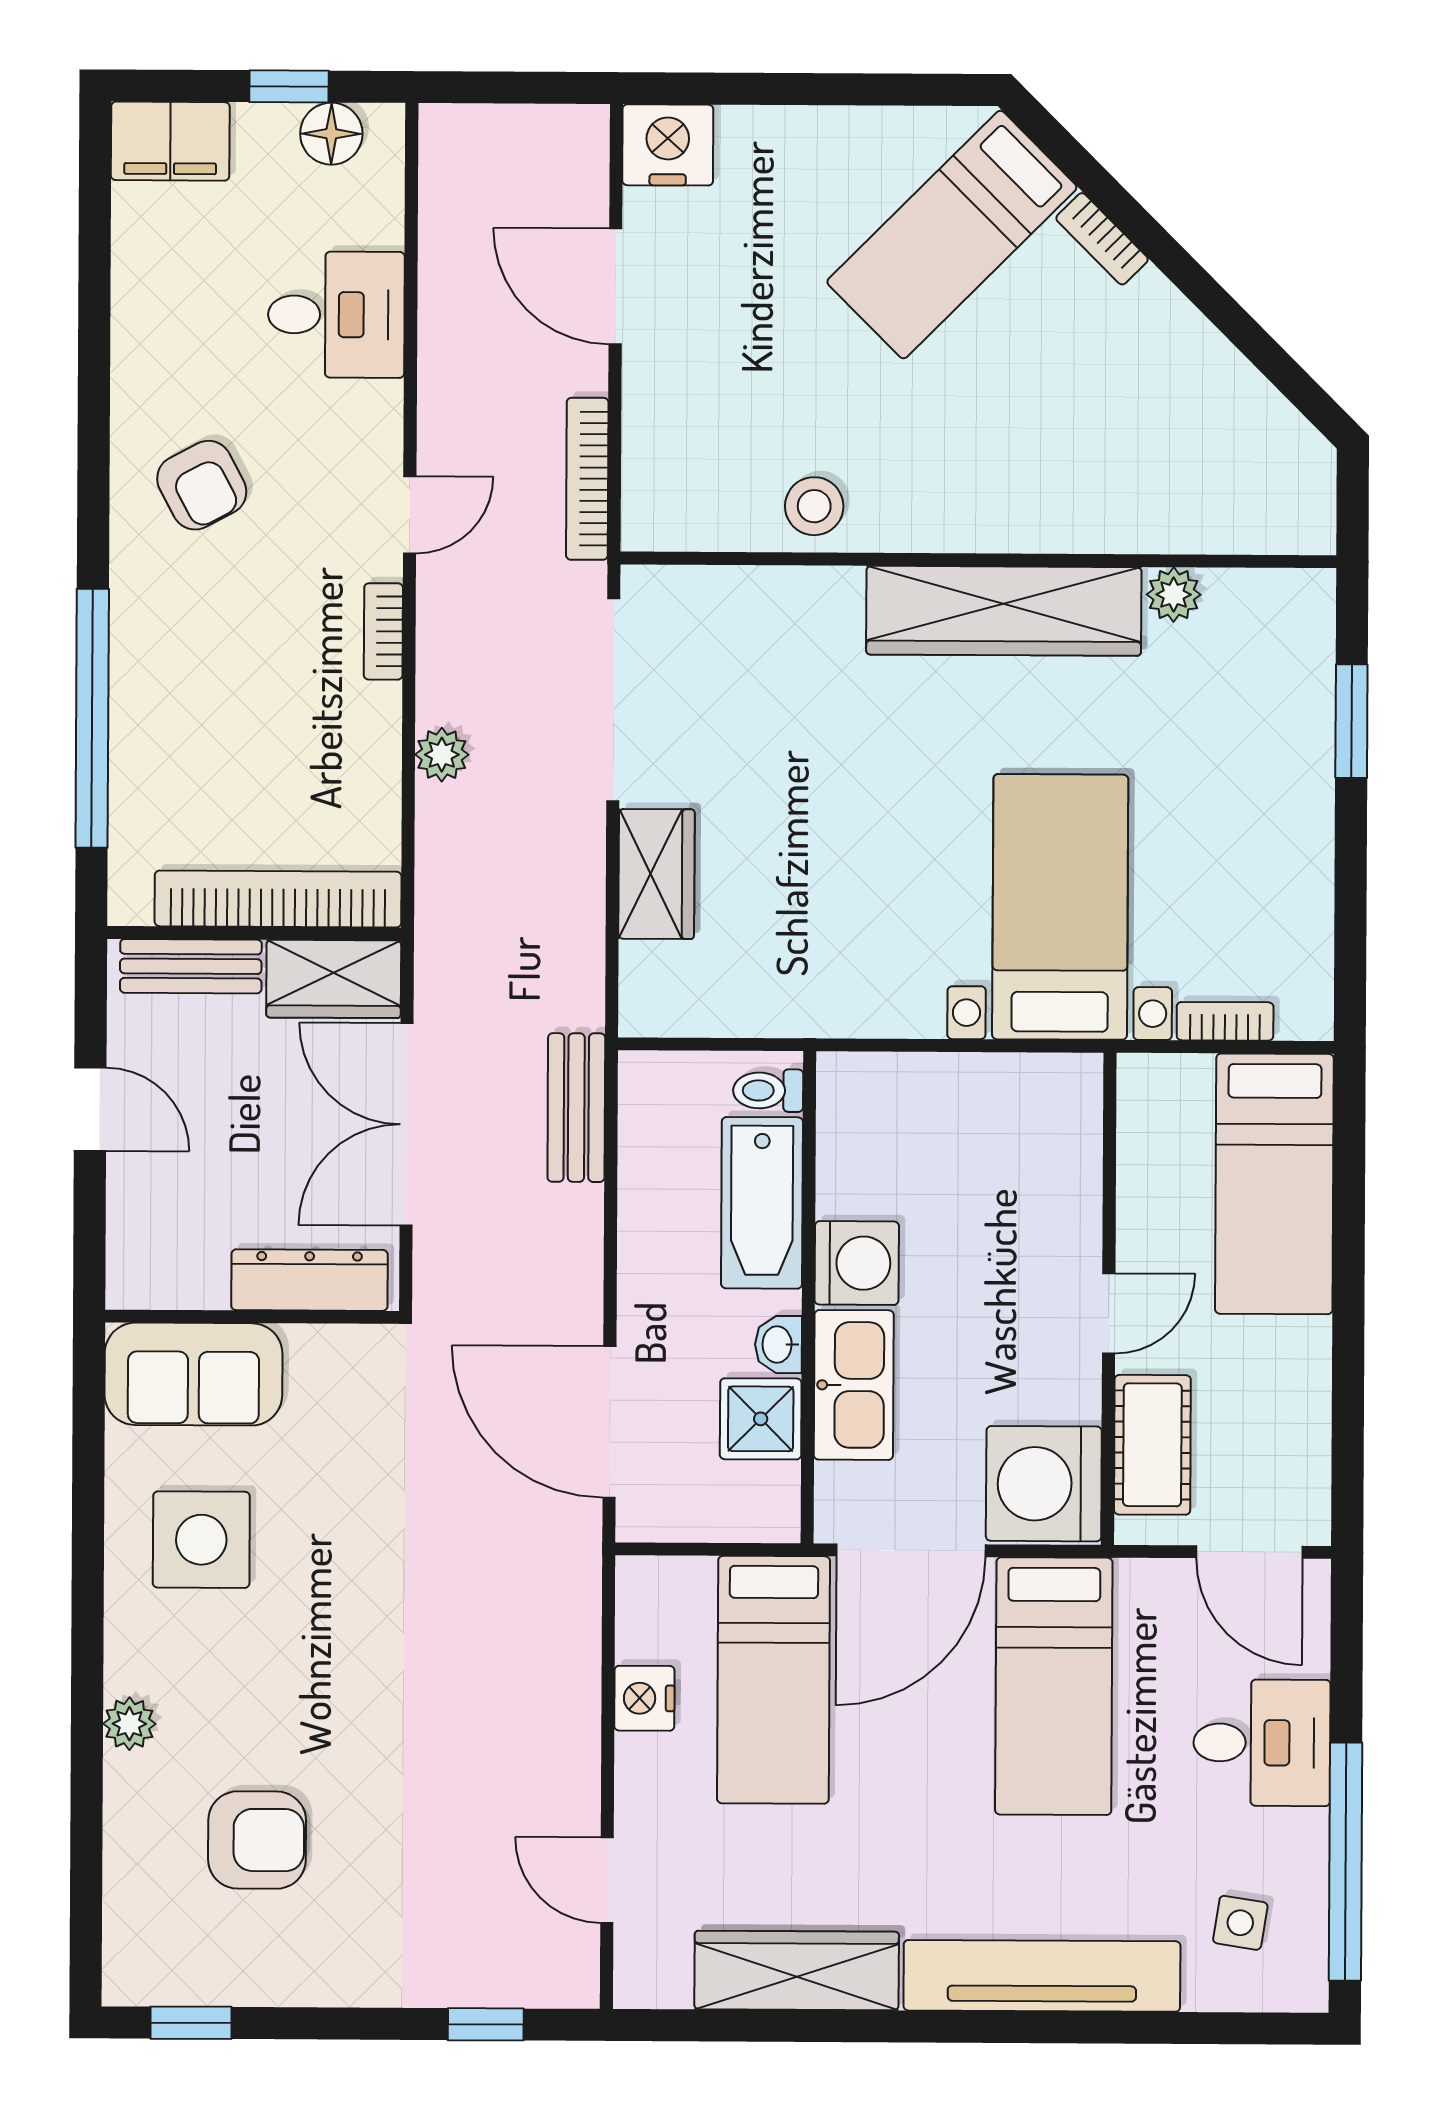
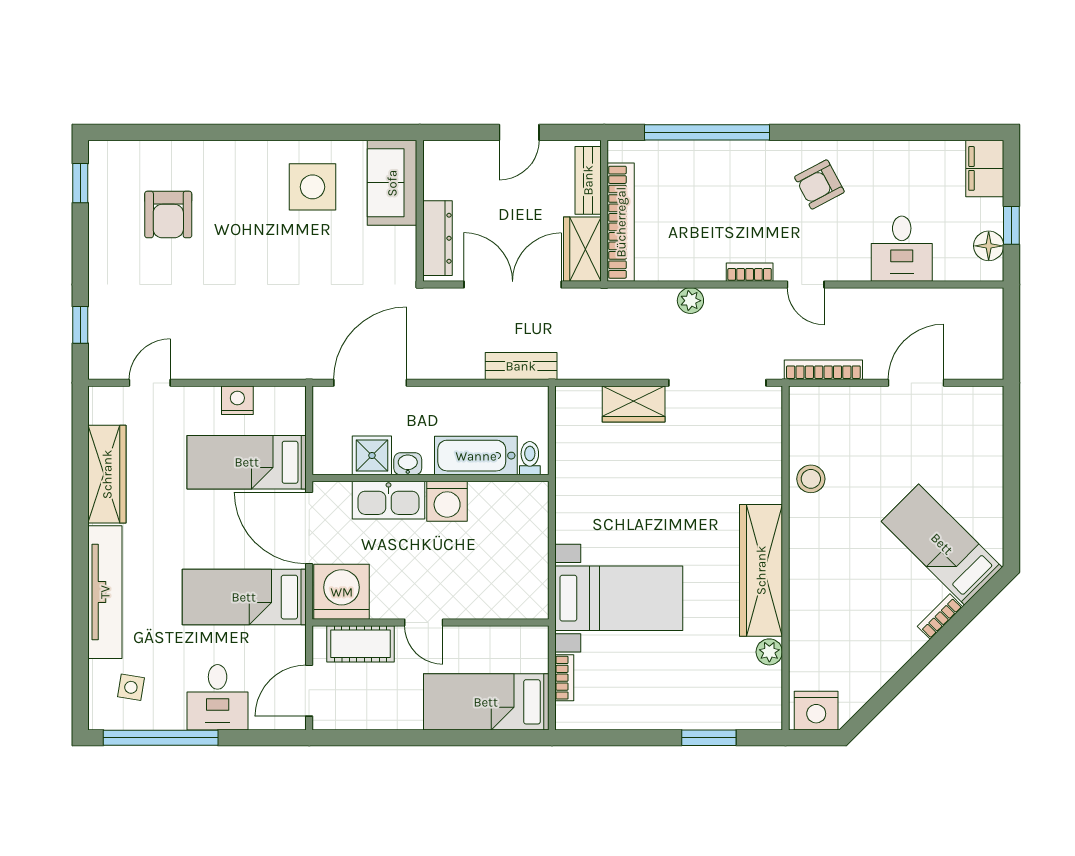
nightstand: (668, 145) -> (816, 711), moved, turned 90
plant: (129, 1724) -> (224, 153), removed

